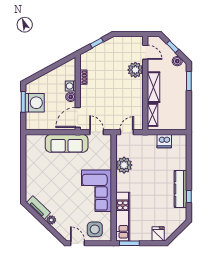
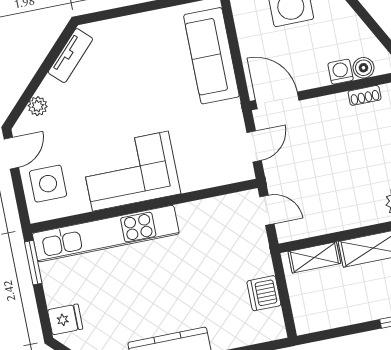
boiler: (71, 97) -> (363, 68), moved
sofa: (67, 143) -> (211, 56), moved
plant: (124, 165) -> (196, 218), removed
kitchen unit: (123, 217) -> (106, 234), width x1.36
plant: (51, 220) -> (38, 106), moved

